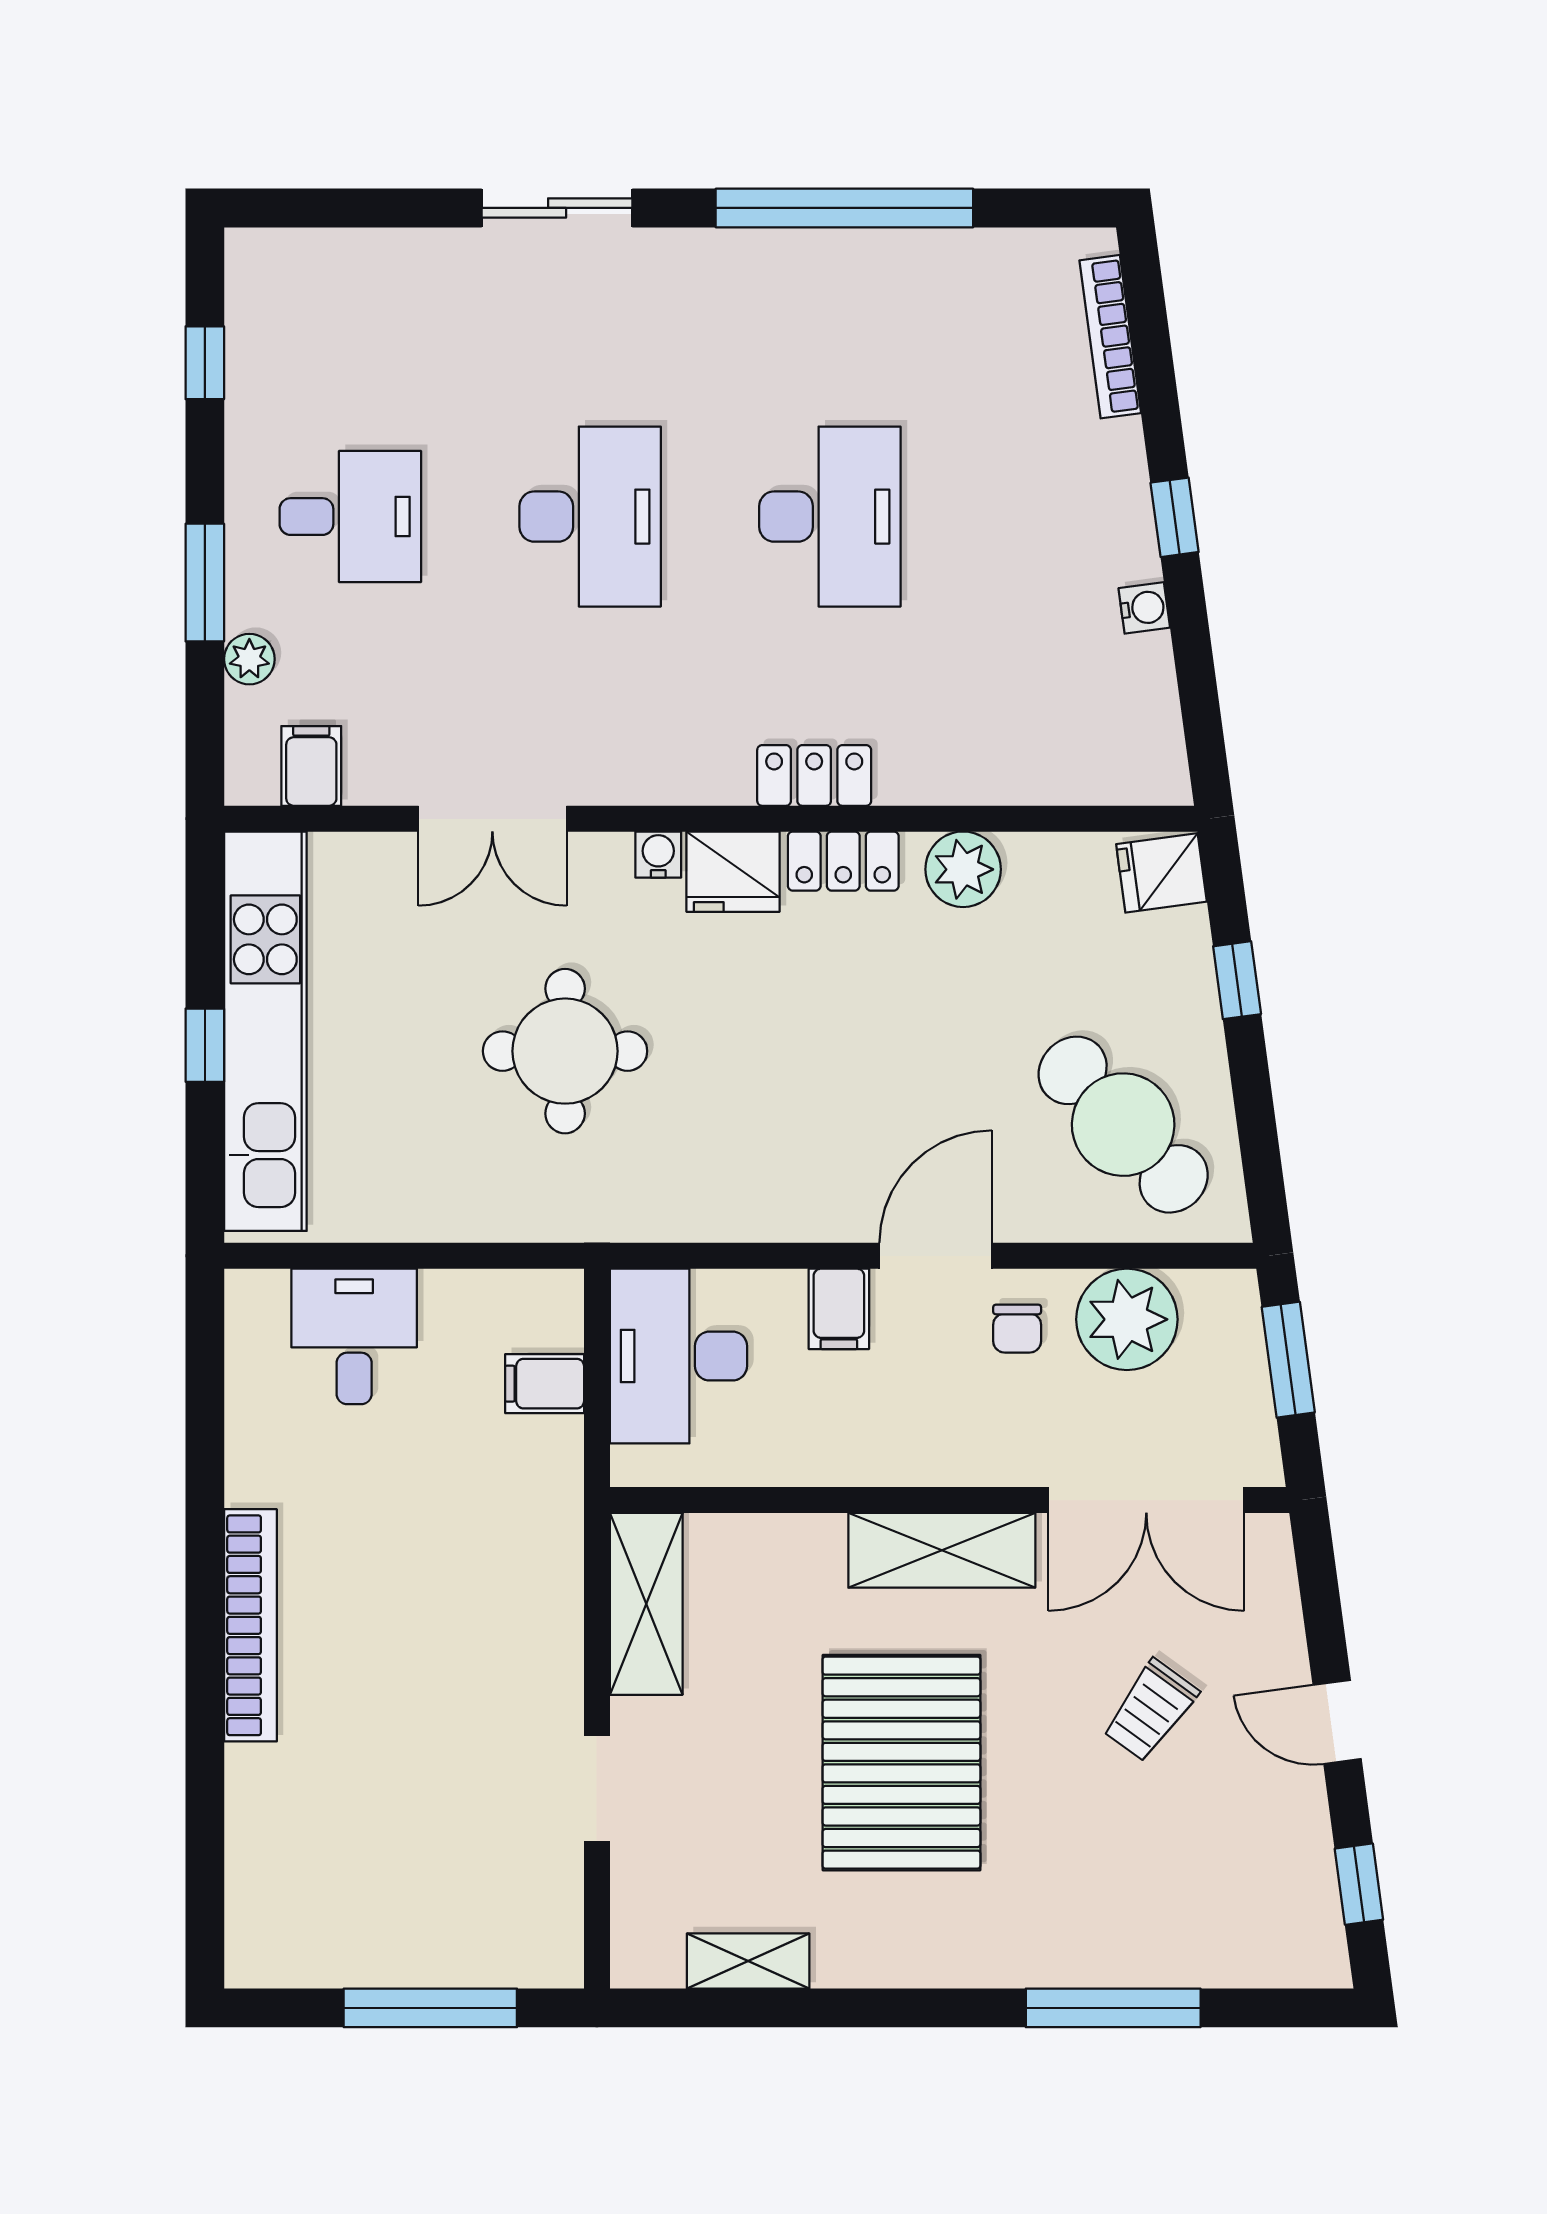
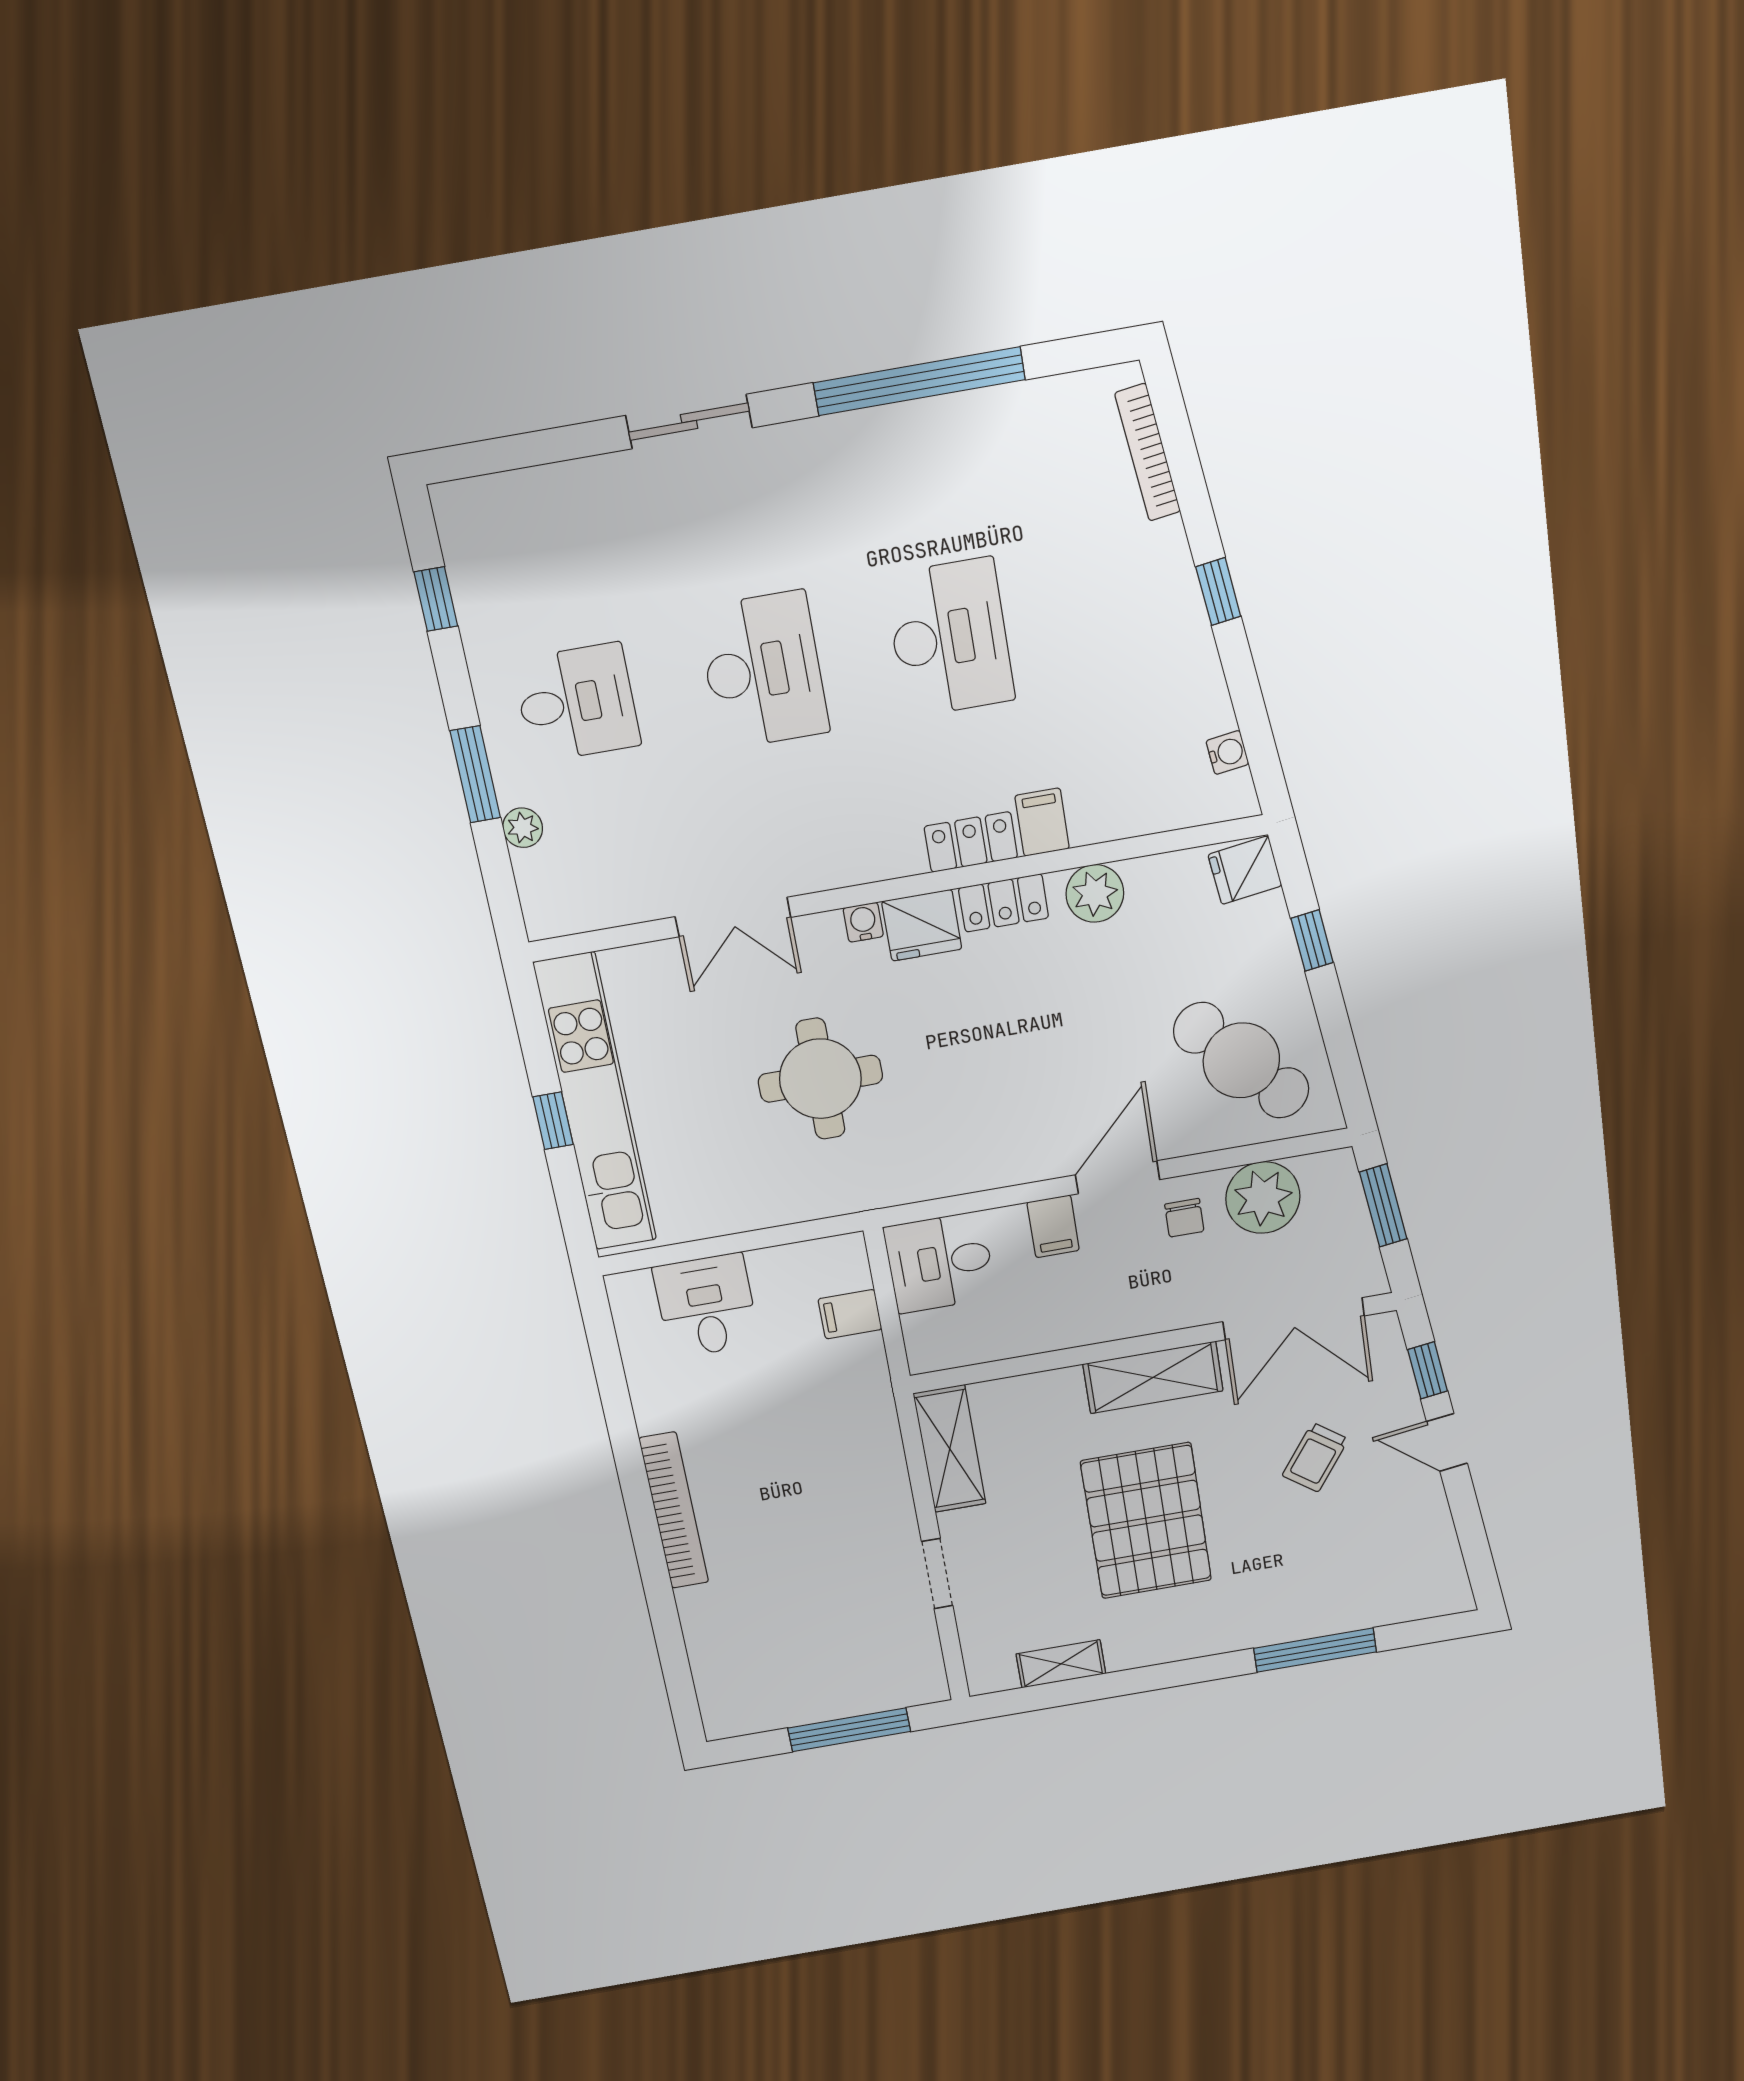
water cooler: (1144, 608) -> (1227, 752), moved
filing cabinet: (311, 766) -> (1042, 822), moved
desk: (678, 1356) -> (940, 1263), width x0.73
window: (1359, 1884) -> (1428, 1370), moved

